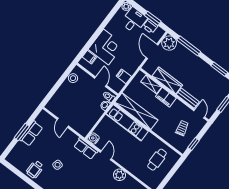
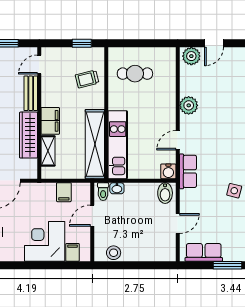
bidet: (84, 128) -> (165, 193), added
trolley: (182, 128) -> (87, 79), moved
row of seats: (31, 133) -> (204, 252), moved

